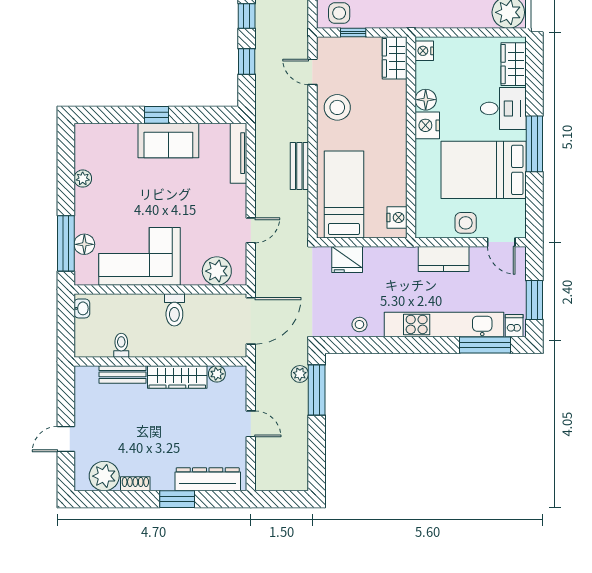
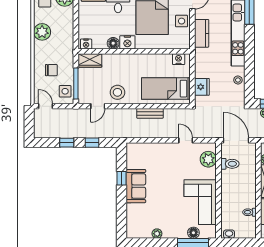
window: (353, 33) -> (76, 84), width x2.17
window: (156, 115) -> (122, 178), moved
tv unit: (239, 153) -> (143, 147), removed
toilet: (174, 310) -> (230, 164), moved

